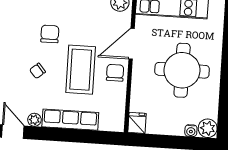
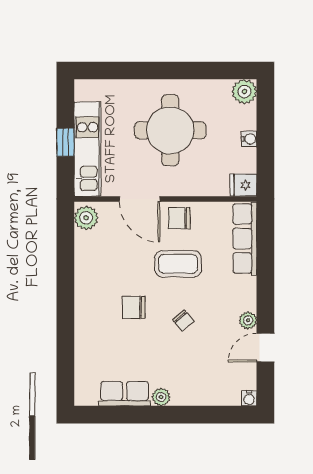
coffee table: (81, 70) -> (178, 264), width x0.73, depth x0.76
row of seats: (70, 120) -> (245, 238), moved
water cooler: (191, 131) -> (249, 139), moved

